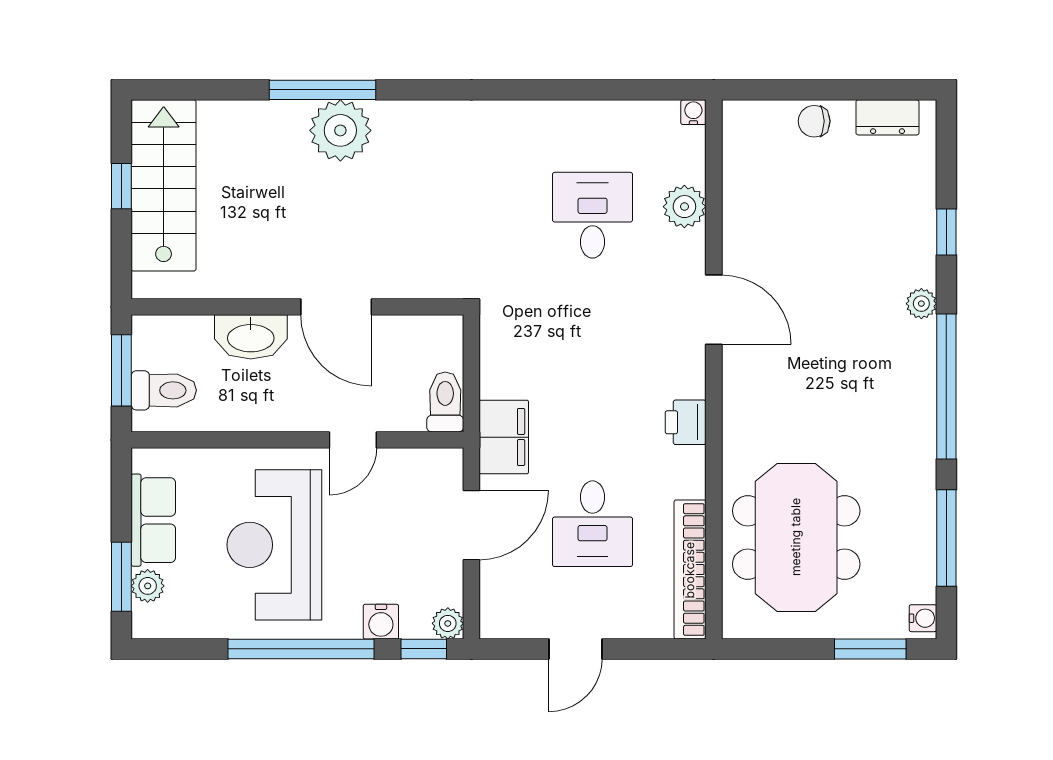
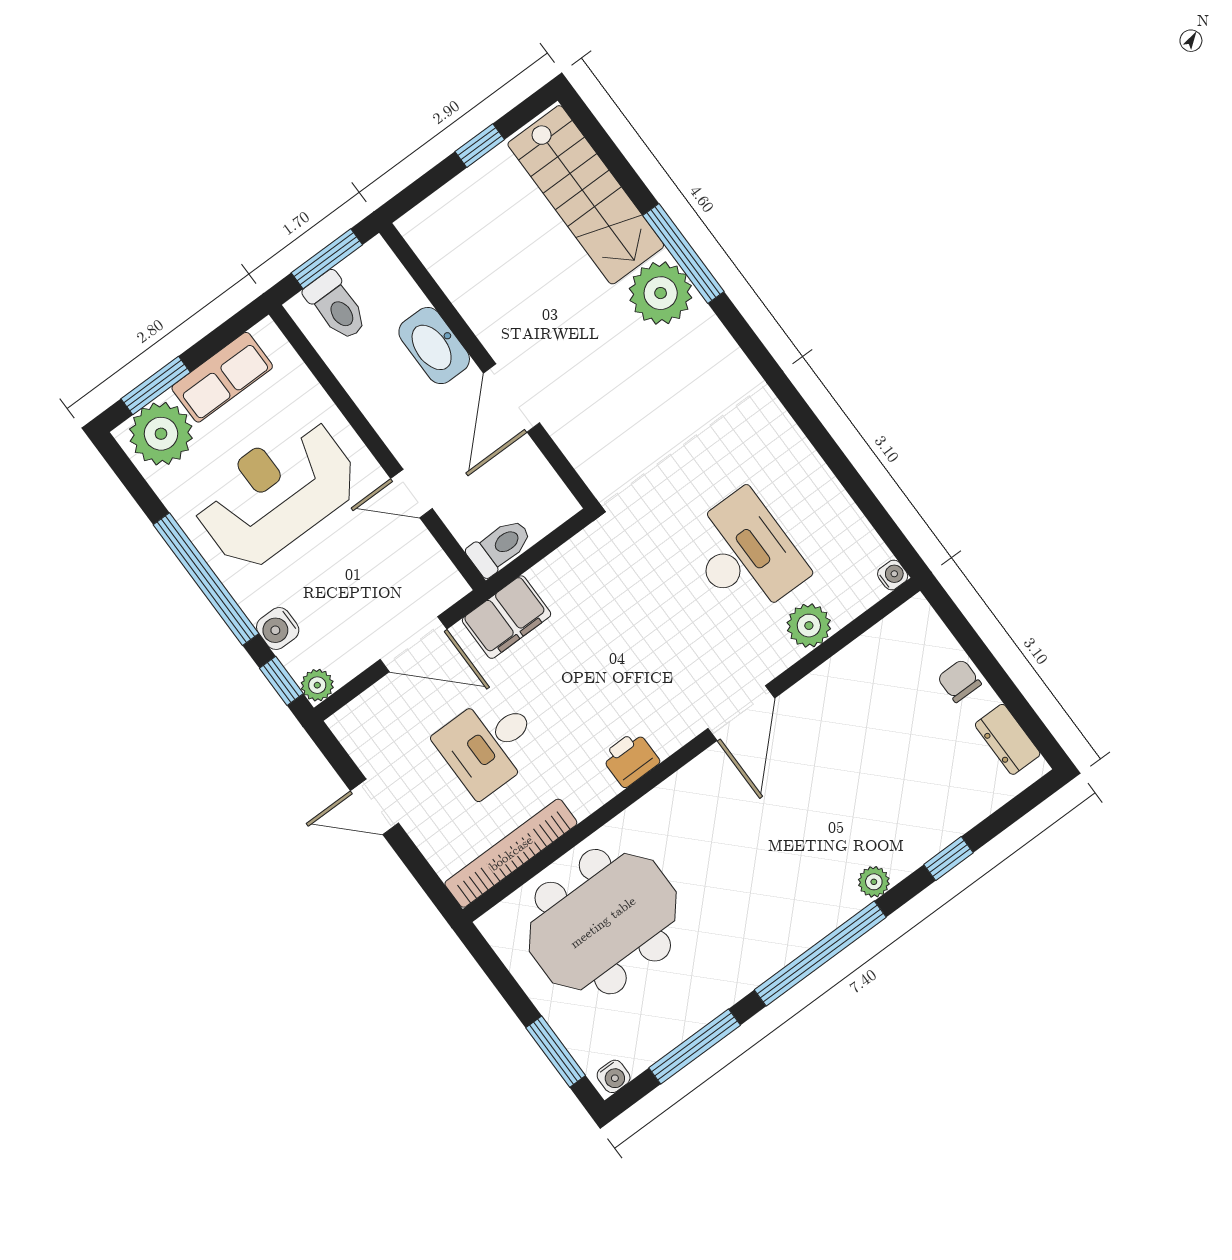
stairs: (164, 185) -> (586, 195), moved, turned 90
desk: (593, 215) -> (745, 555), width x1.37
plant: (148, 586) -> (161, 434), width x1.87, depth x1.87

